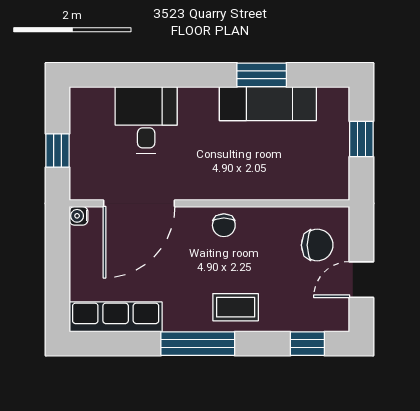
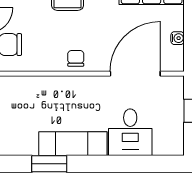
exam couch: (268, 104) -> (73, 144), moved
water cooler: (79, 216) -> (178, 38), moved

